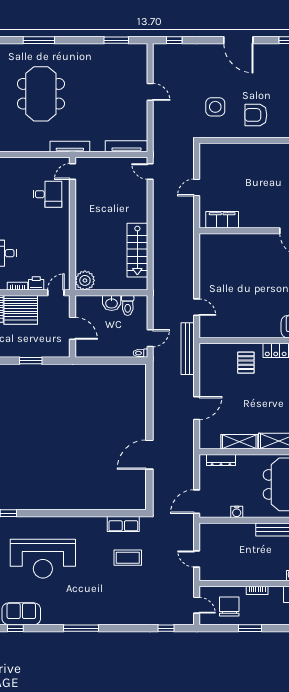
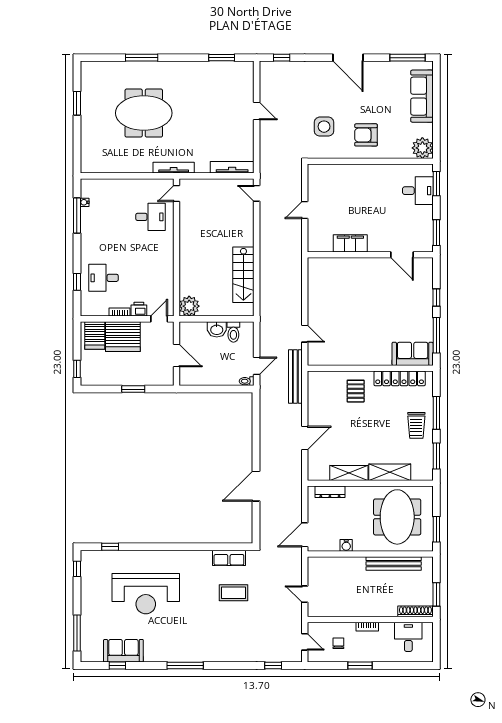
meeting table: (41, 94) -> (144, 113), turned 90
filing cabinet: (222, 220) -> (350, 243), moved
chair: (229, 607) -> (338, 643), width x0.54, depth x0.54

